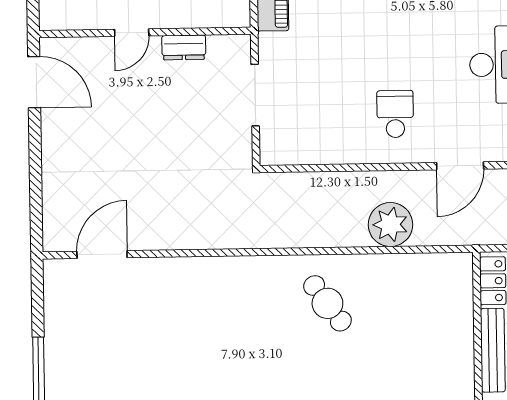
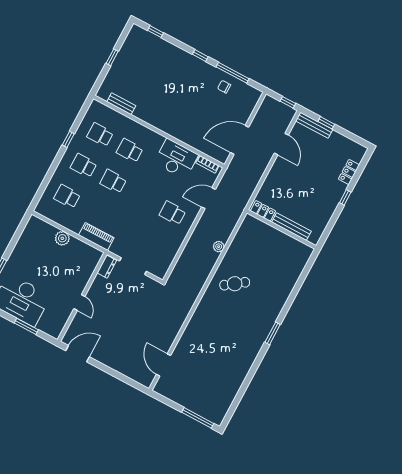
dresser: (184, 47) -> (107, 267), moved
door: (460, 166) -> (208, 198), swing flipped
plant: (390, 225) -> (219, 247), width x0.53, depth x0.53

